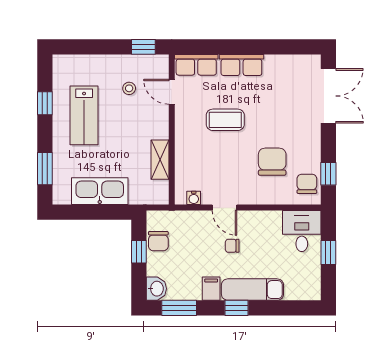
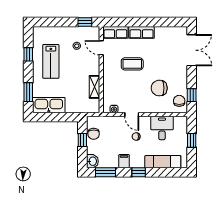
chair: (272, 162) -> (159, 88), turned -90
kitchen sink: (100, 191) -> (49, 105), moved
desk: (302, 231) -> (162, 128), moved
exam couch: (252, 290) -> (163, 162), moved

